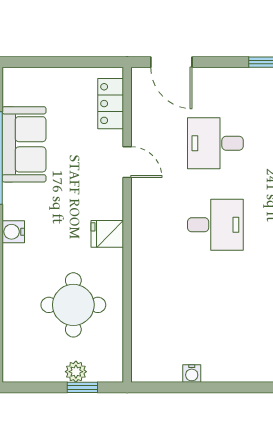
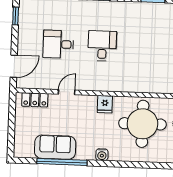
desk: (215, 143) -> (58, 44), turned 90
round table: (73, 305) -> (142, 124), width x1.36, depth x1.36

